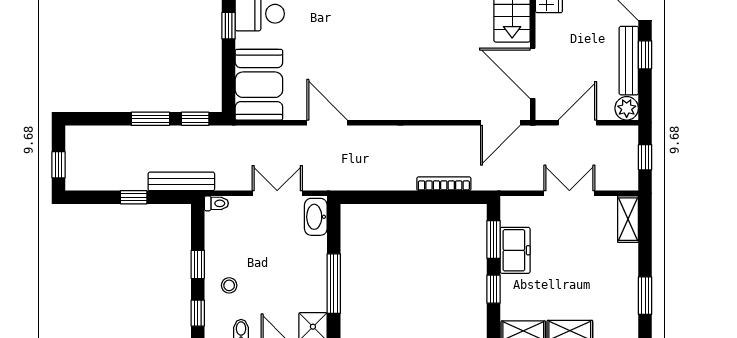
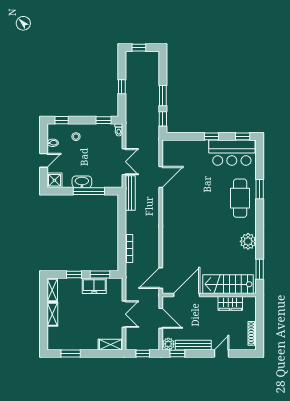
window: (645, 55) -> (177, 354), moved
booth: (259, 85) -> (181, 152), removed
door: (327, 123) -> (161, 177), moved
door: (500, 123) -> (161, 278), hinge flipped
bench: (181, 181) -> (130, 193), moved
washbasin: (316, 217) -> (82, 182), moved
window: (198, 265) -> (103, 120), moved
window: (334, 284) -> (89, 191), moved

